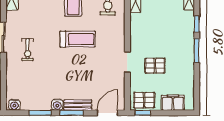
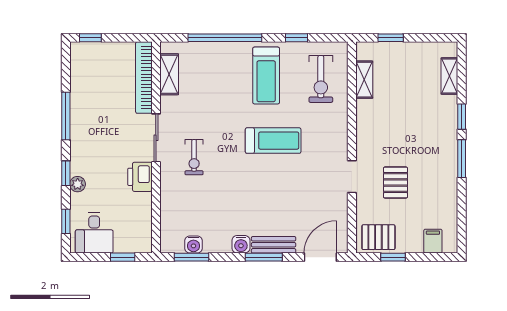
pallet: (155, 66) -> (395, 183), turned 90
filing cabinet: (173, 103) -> (433, 241), width x0.50
water cooler: (14, 105) -> (193, 244), moved
window: (40, 113) -> (192, 257), moved
window: (143, 113) -> (393, 257), moved

